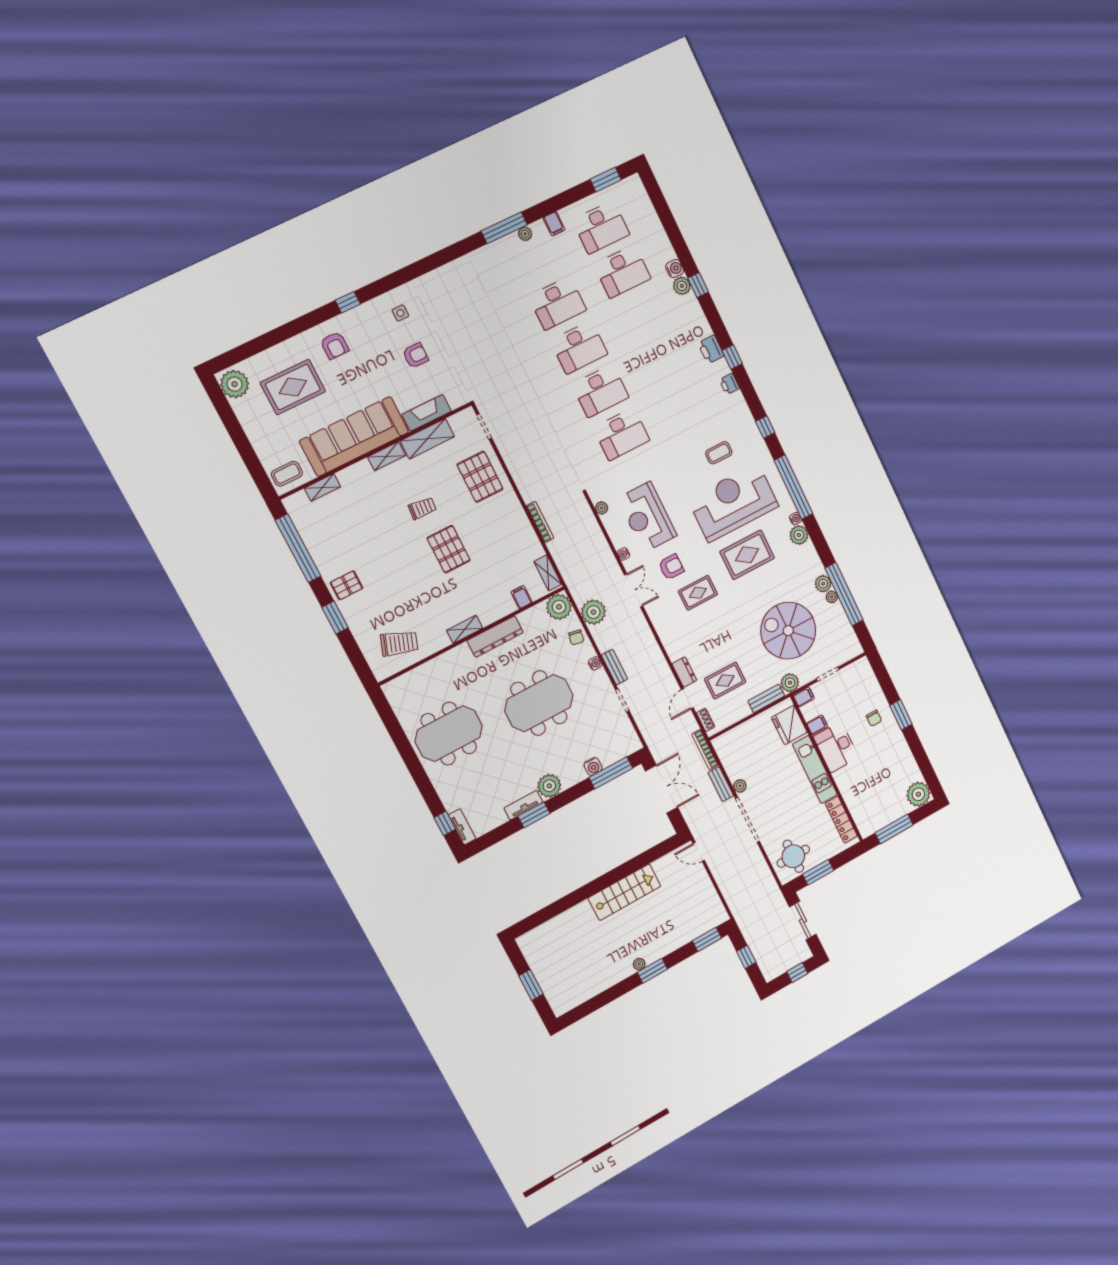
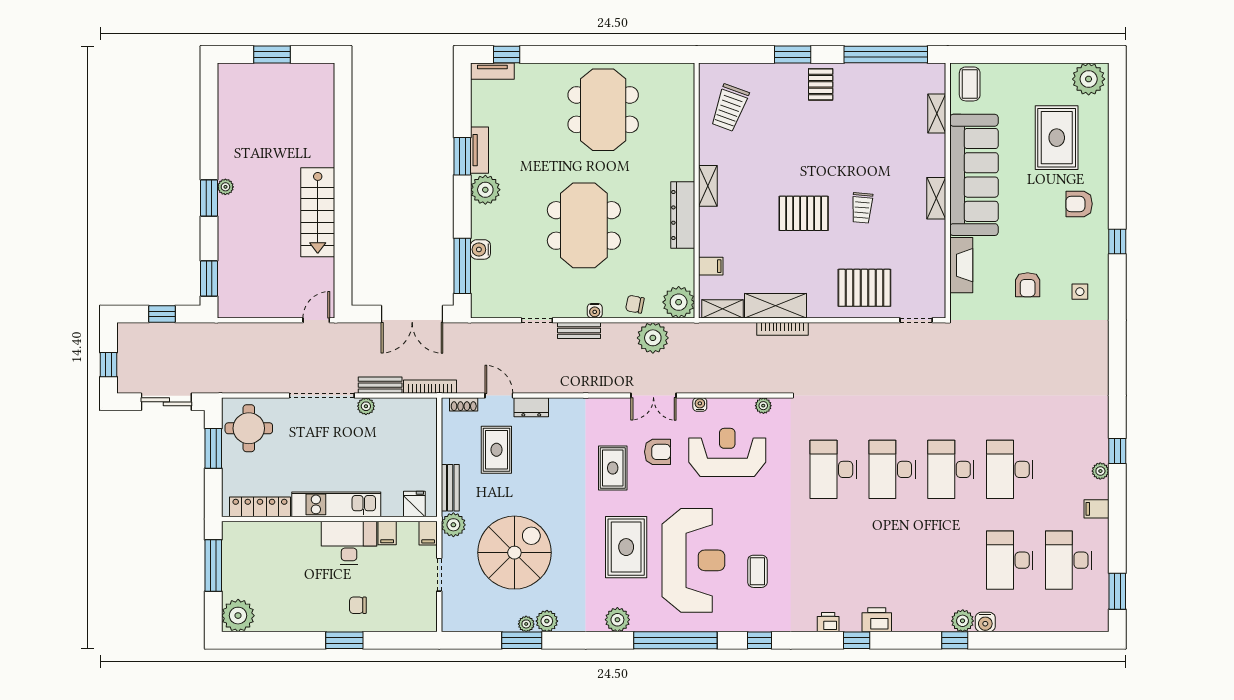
window: (504, 228) -> (1117, 451), width x0.46
shelving: (427, 439) -> (775, 306), moved, turned 90
water cooler: (796, 518) -> (638, 625), removed
armchair: (671, 567) -> (658, 452), turned -90
window: (844, 594) -> (522, 640), width x0.47
fridge: (789, 725) -> (414, 504), width x0.53, depth x0.75

